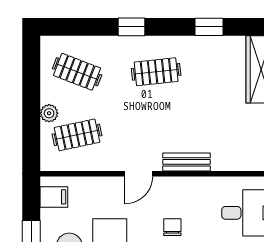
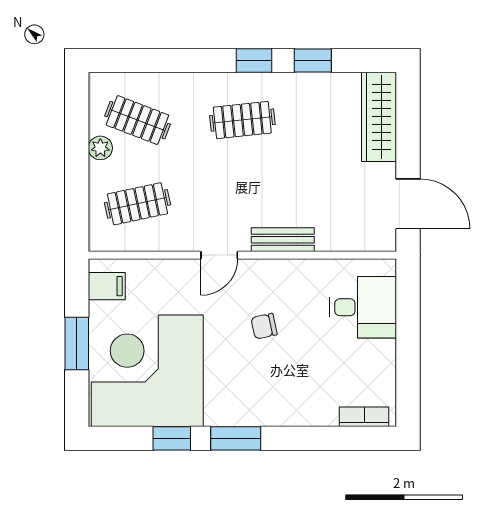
window: (131, 27) -> (254, 60), moved
plant: (49, 113) -> (100, 148), moved
chair: (172, 227) -> (264, 326), turned -102

